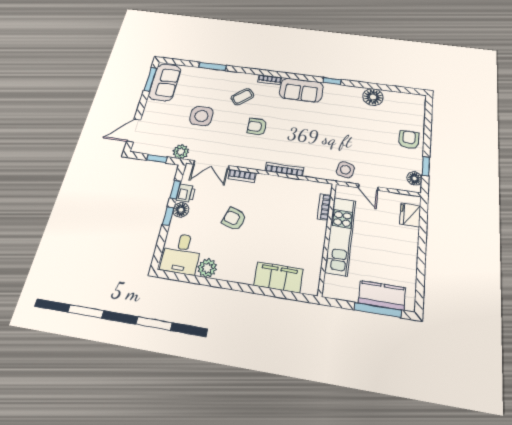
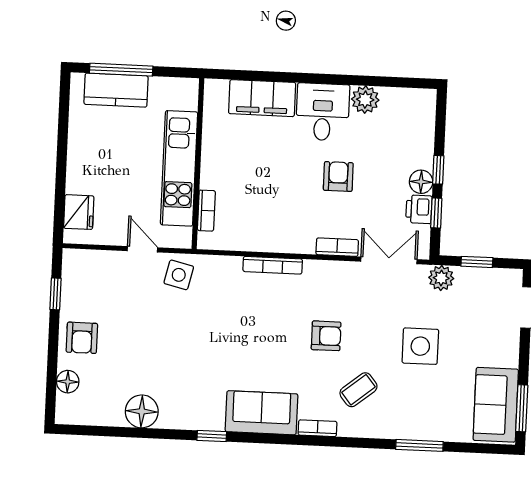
floor lamp: (414, 178) -> (68, 382), moved
armchair: (234, 219) -> (338, 176), turned -108
desk: (181, 254) -> (323, 112), moved

